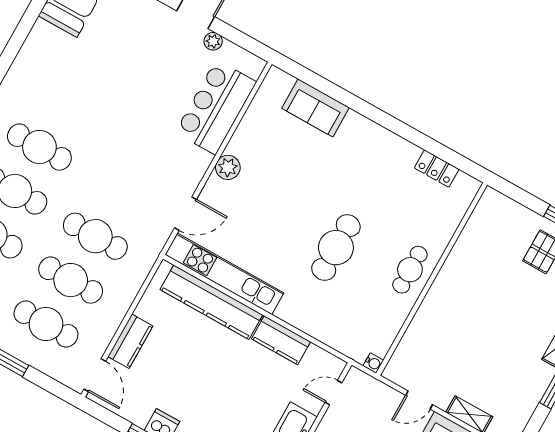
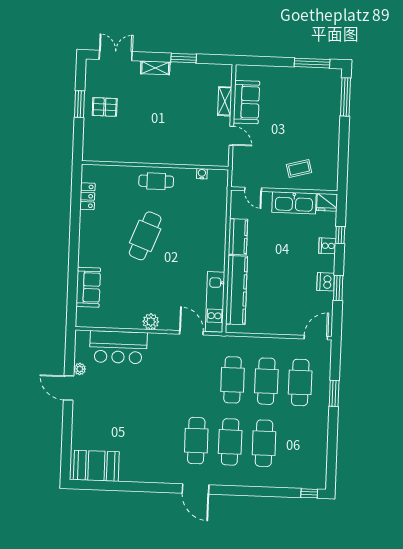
cafe table: (336, 248) -> (145, 236), moved, turned -69
kitchen unit: (225, 274) -> (215, 302), width x0.73
kitchen counter: (130, 341) -> (285, 327), removed
water cooler: (373, 363) -> (202, 174), moved

